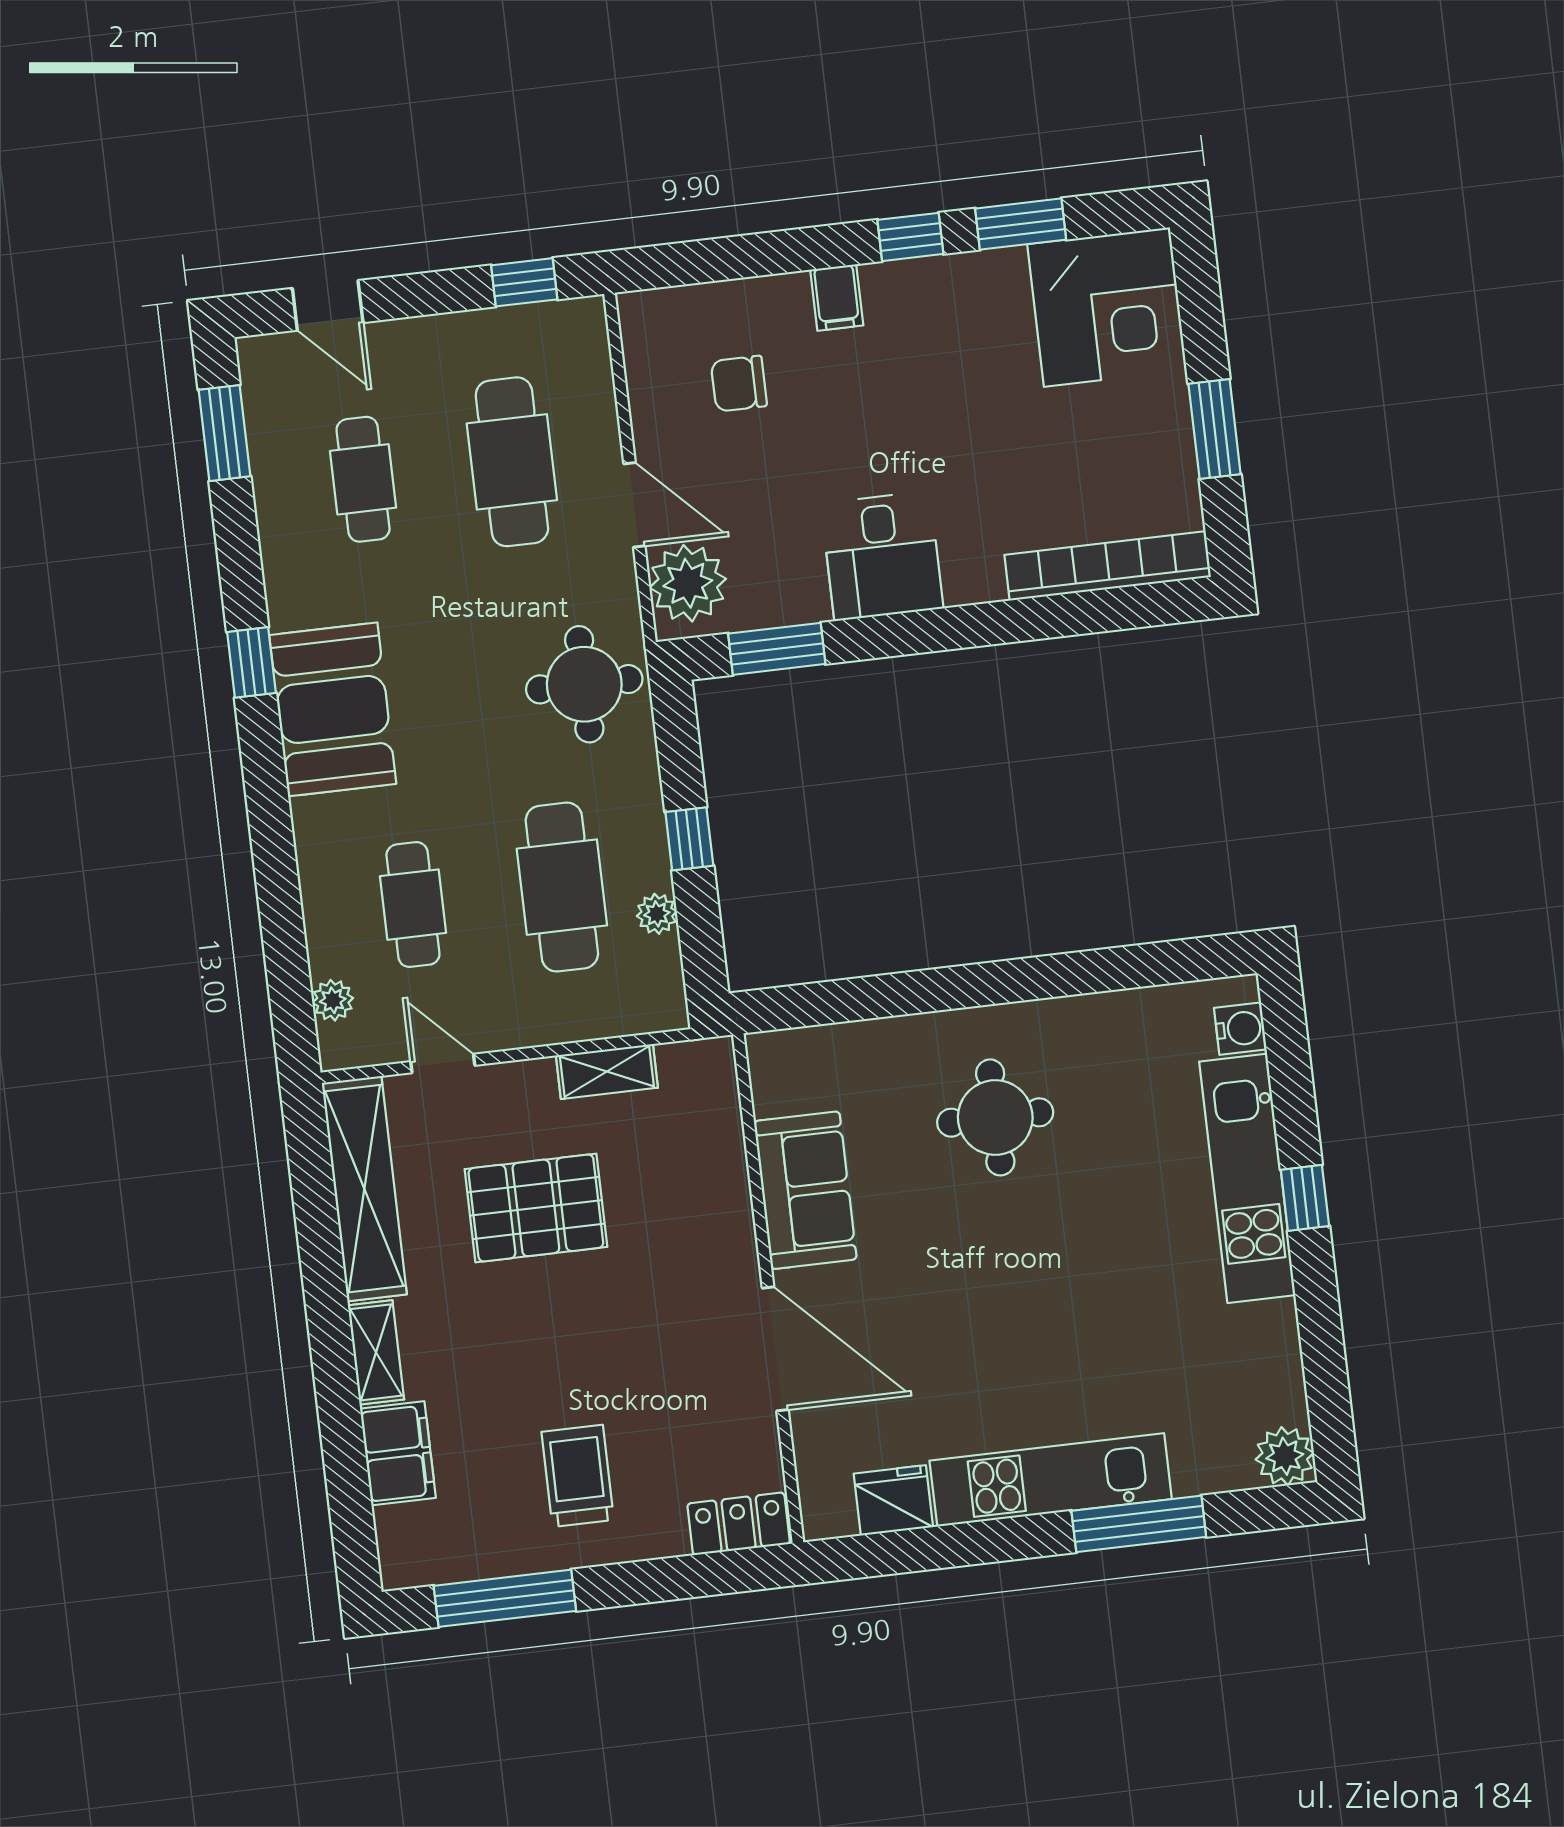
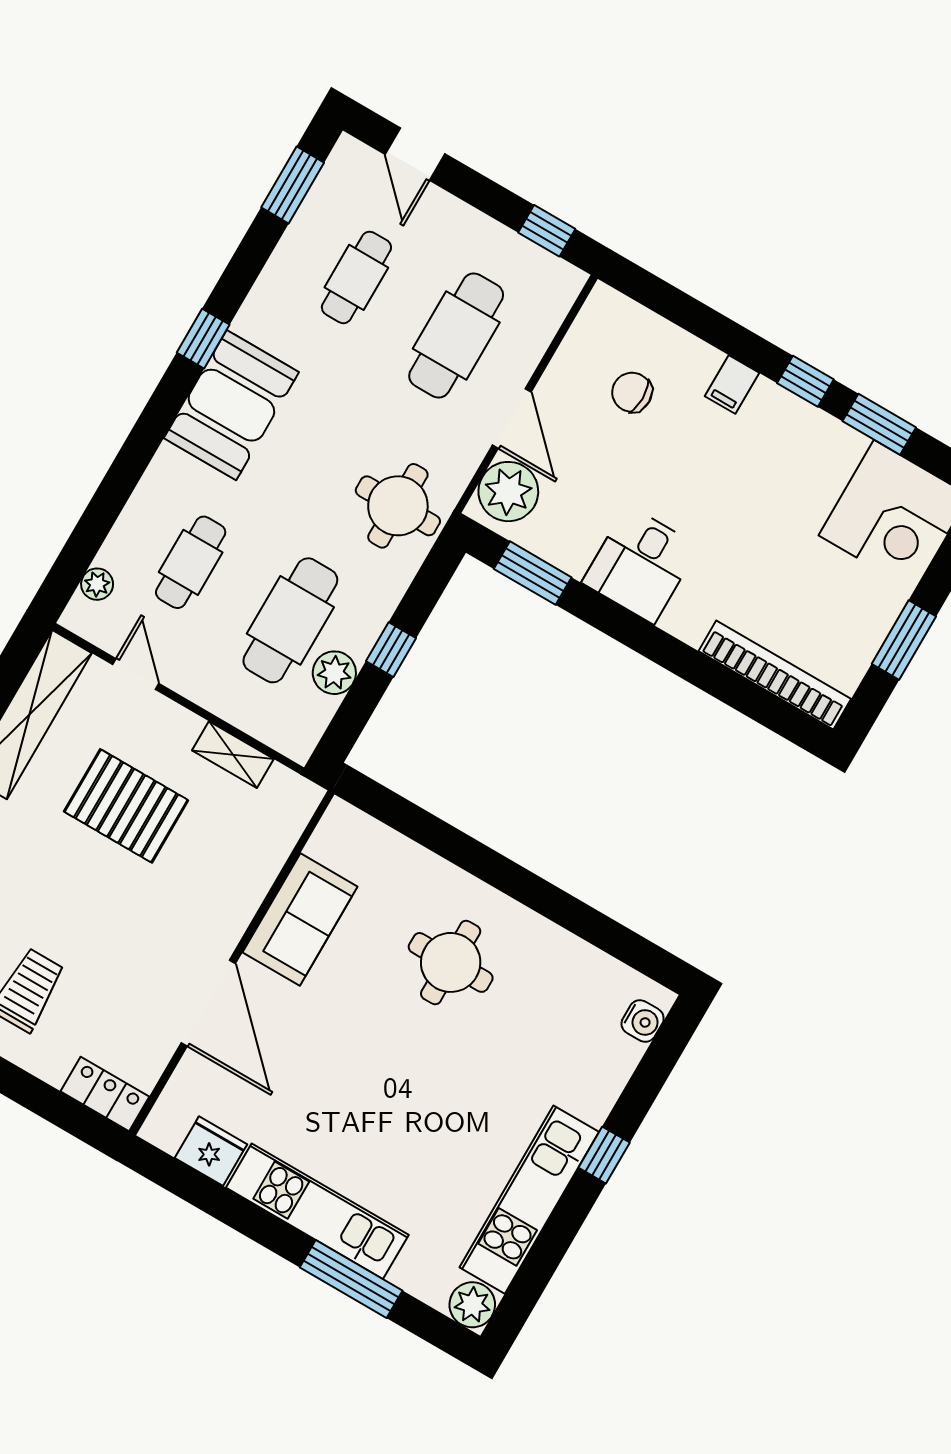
plant: (657, 914) -> (334, 673), width x1.38, depth x1.38
kitchen unit: (1247, 1178) -> (529, 1200), moved

